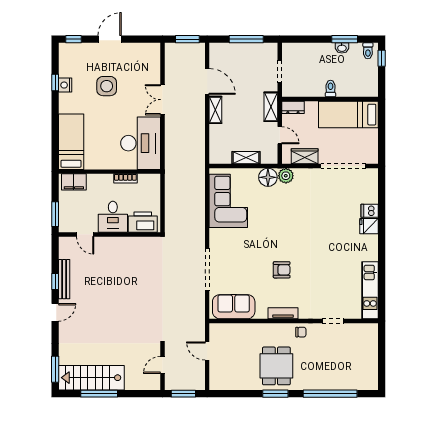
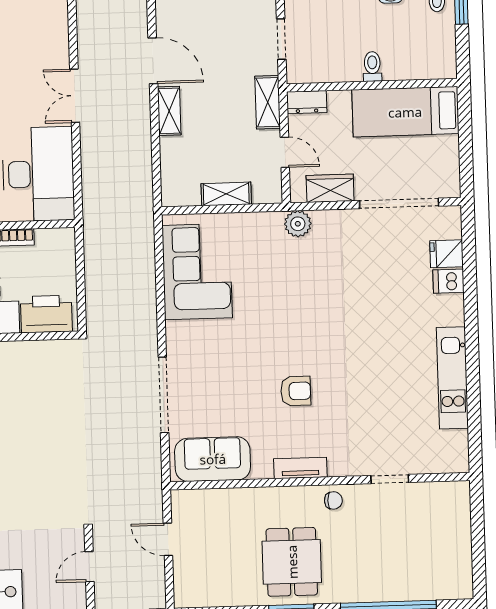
floor lamp: (268, 177) -> (266, 228), removed
fridge: (369, 226) -> (447, 254), moved
kitchen unit: (370, 290) -> (452, 378), moved

